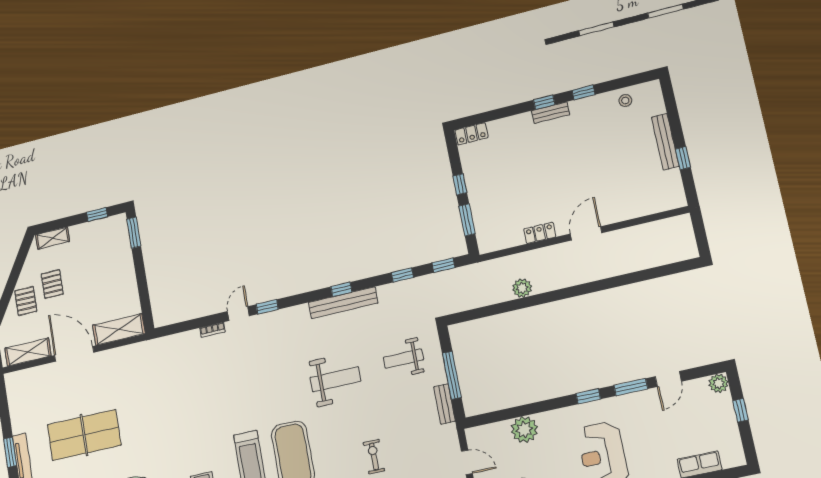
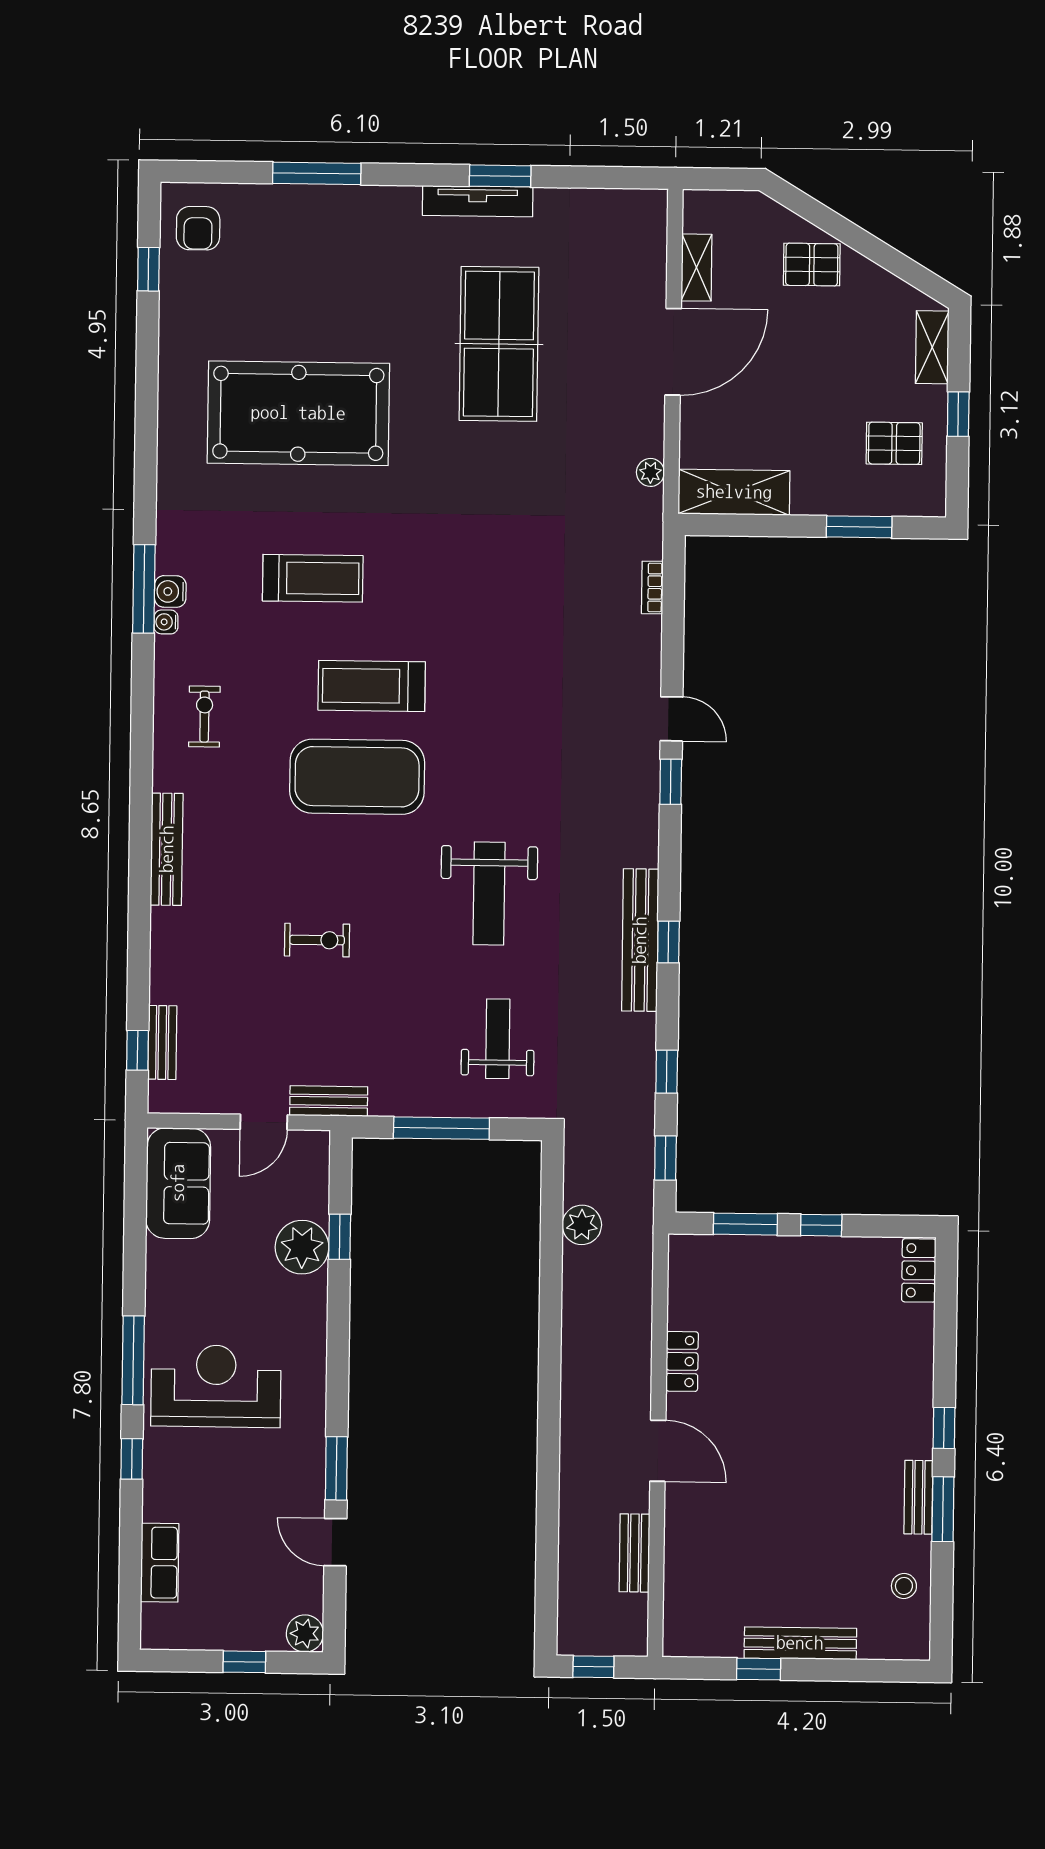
window: (584, 92) -> (943, 1509), width x1.50
bench: (550, 113) -> (918, 1497), moved
window: (97, 214) -> (958, 414), moved
bench: (639, 232) -> (634, 1553), added
window: (134, 233) -> (859, 527), moved
window: (701, 238) -> (593, 1667), added
pallet: (52, 284) -> (894, 443), moved
plant: (522, 288) -> (582, 1225), moved
shelving: (119, 329) -> (734, 492), moved, turned 90
bookcase: (212, 330) -> (652, 587), moved
plant: (129, 351) -> (650, 472), added
shelving: (28, 352) -> (696, 268), width x0.67, depth x0.75
window: (588, 396) -> (340, 1237), moved
bench: (444, 404) -> (329, 1101), moved

